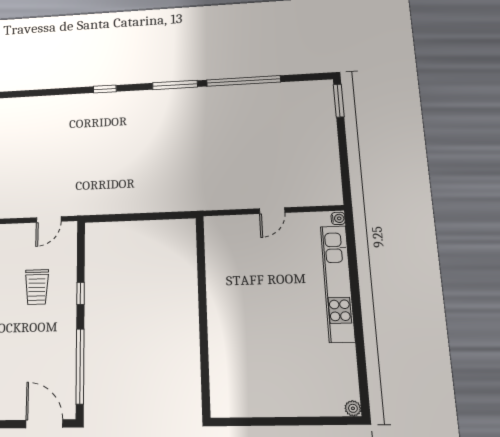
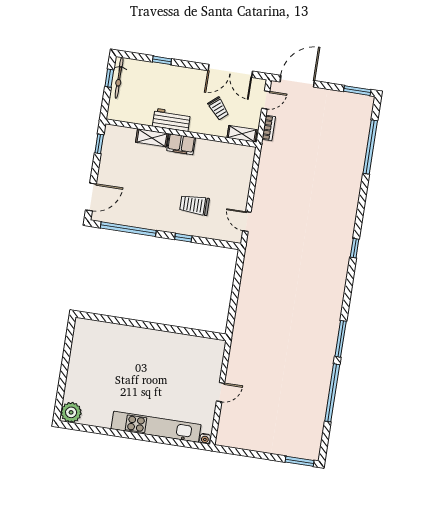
window: (105, 89) -> (355, 248), moved
door: (272, 211) -> (221, 392), swing flipped
plant: (353, 408) -> (71, 412), width x1.87, depth x1.87

